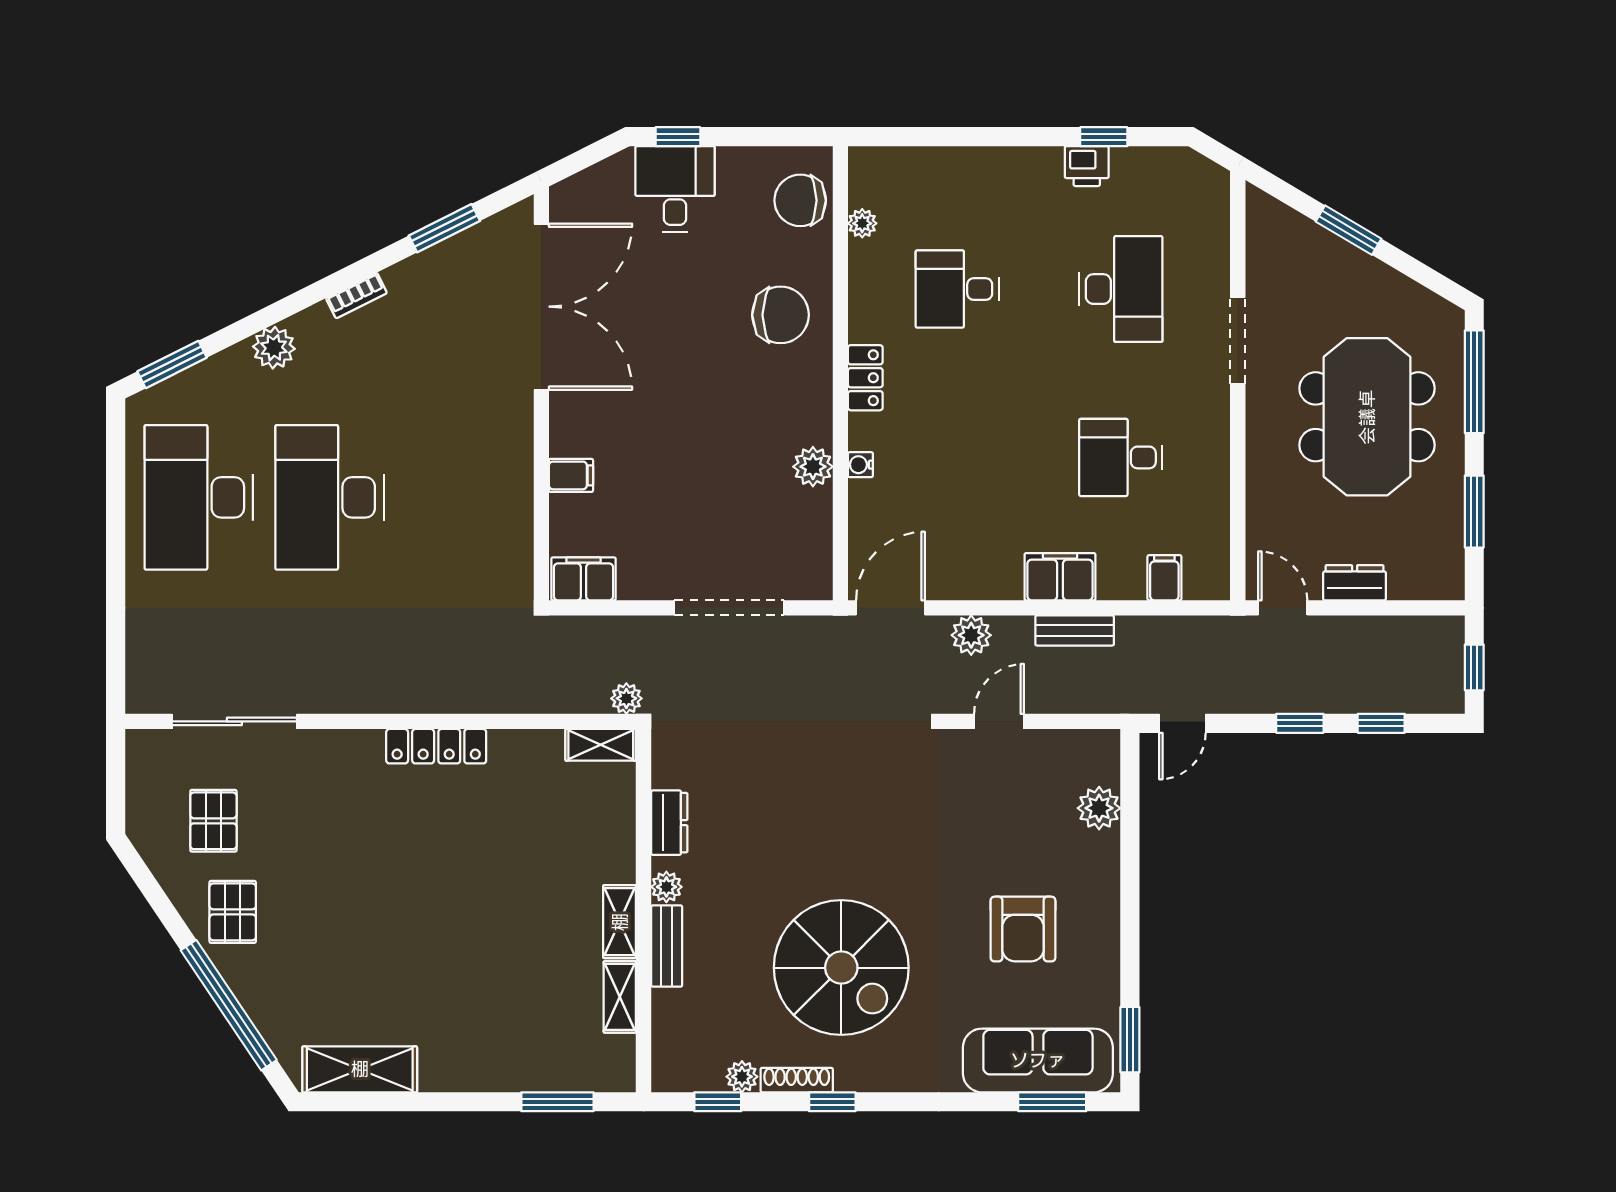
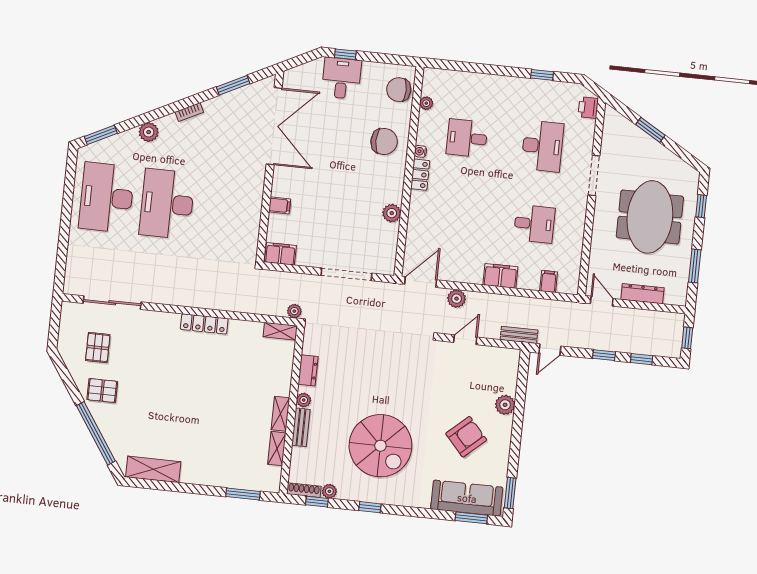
printer: (1087, 166) -> (588, 107), moved, turned 90
window: (1474, 382) -> (701, 206), width x0.46
desk: (1121, 457) -> (534, 224), turned 180
water cooler: (860, 465) -> (420, 151), moved
dresser: (1355, 583) -> (642, 294), width x1.44
bench: (1075, 630) -> (519, 335), moved
plant: (1099, 808) -> (505, 405), moved
pallet: (233, 912) -> (102, 390), turned 90
armchair: (1023, 929) -> (466, 437), turned -132
shoe rack: (797, 1080) -> (304, 490), moved

